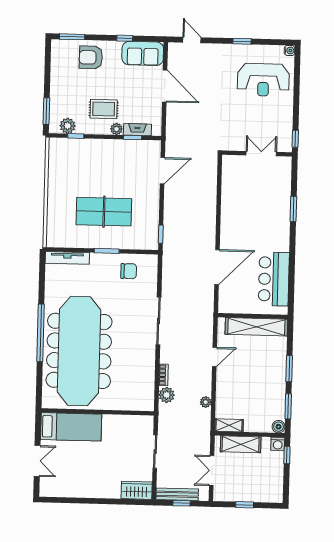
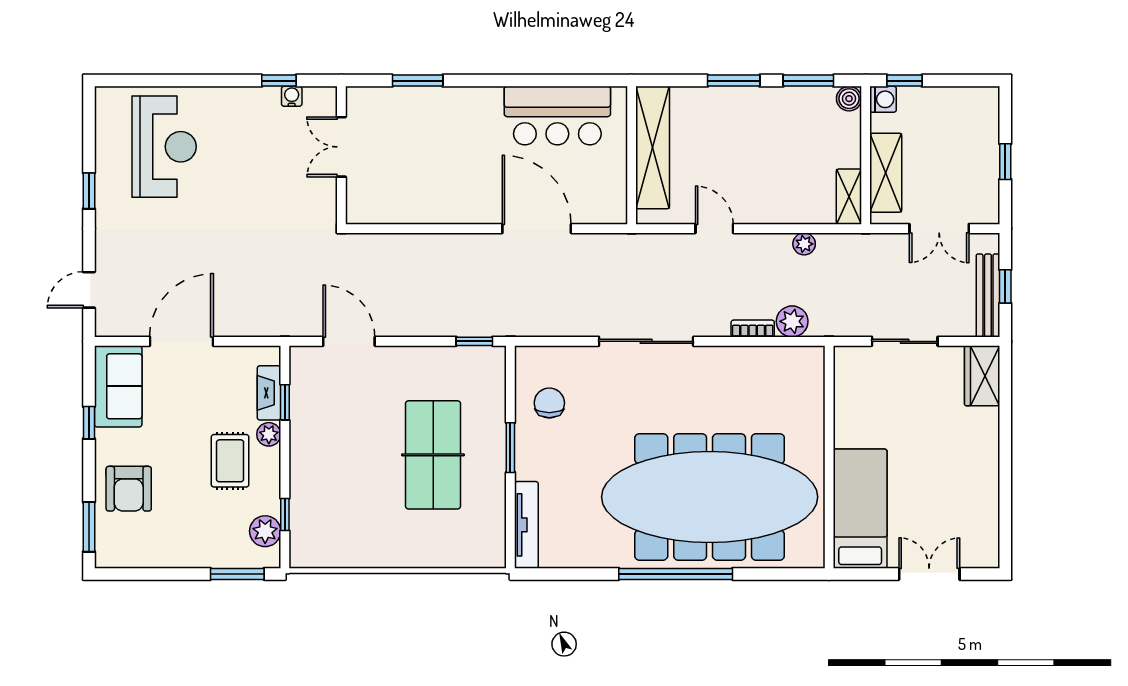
water cooler: (290, 50) -> (292, 96), moved
wall: (257, 154) -> (341, 155), moved
double door: (261, 154) -> (341, 147), moved

